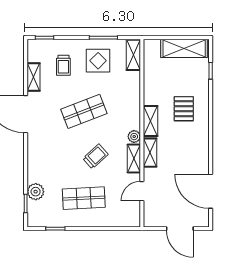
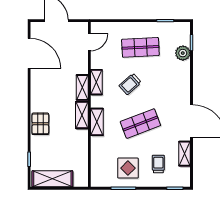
shelving: (133, 55) -> (97, 122), moved
pallet: (184, 109) -> (40, 124), moved
plant: (134, 137) -> (96, 101), removed
door: (142, 191) -> (89, 42), moved

